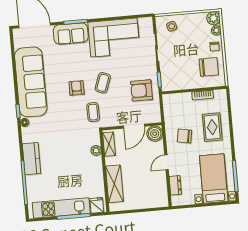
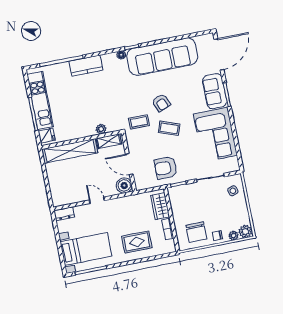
armchair: (77, 88) -> (161, 103), turned 68
armchair: (142, 90) -> (166, 168), turned -90
wardrobe: (179, 100) -> (160, 206), added
chair: (184, 136) -> (125, 215), removed
shelving: (114, 184) -> (70, 151), width x1.47
dresser: (175, 185) -> (64, 214), moved

